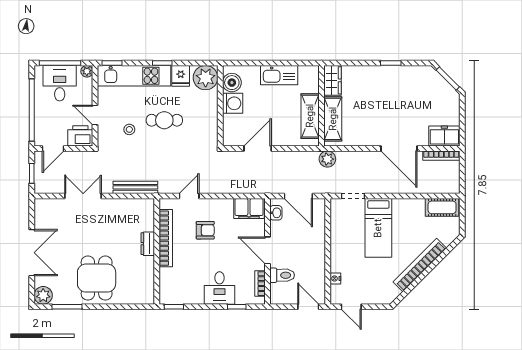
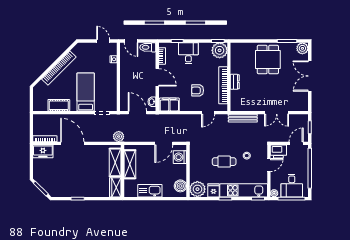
washing machine: (233, 103) -> (180, 157), moved
door: (95, 115) -> (269, 165), hinge flipped
cot: (442, 207) -> (59, 105), moved
toilet: (282, 275) -> (148, 47), moved
plant: (171, 292) -> (220, 50), added

